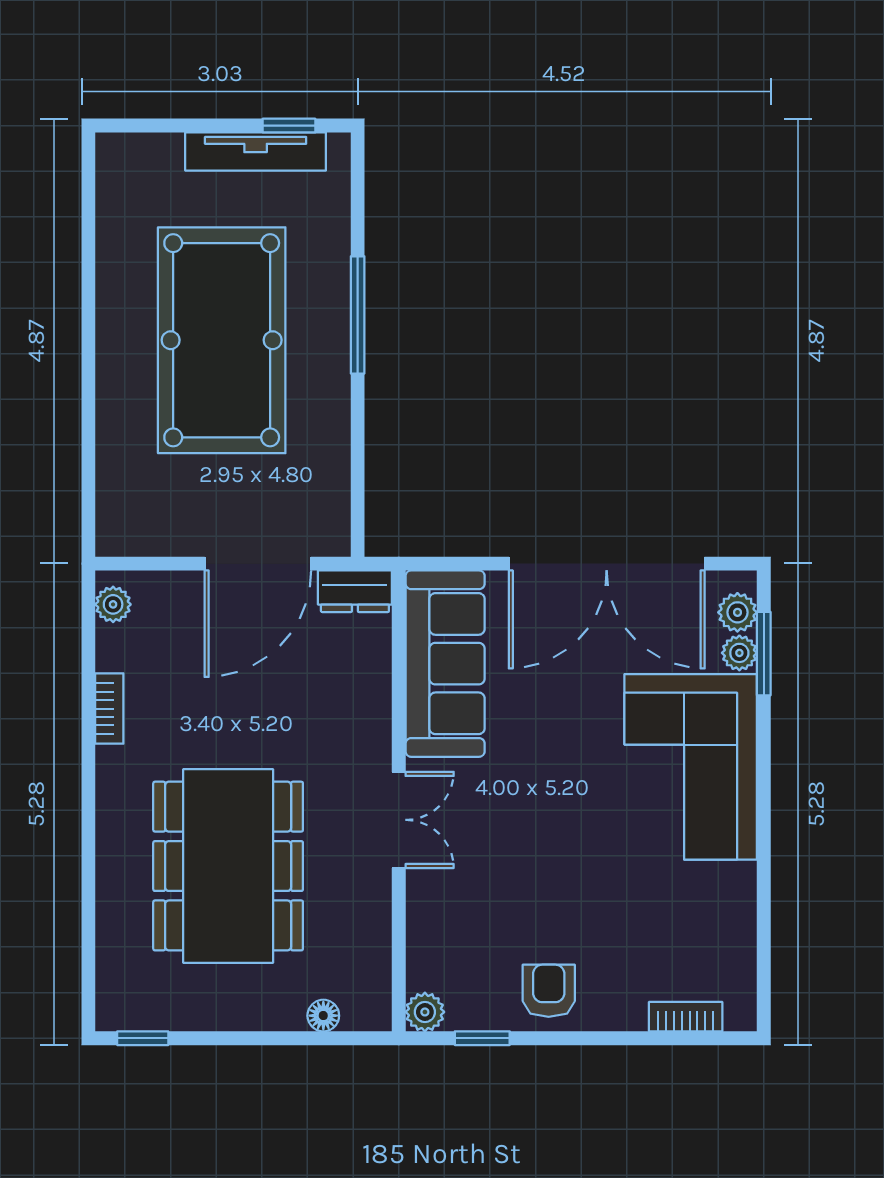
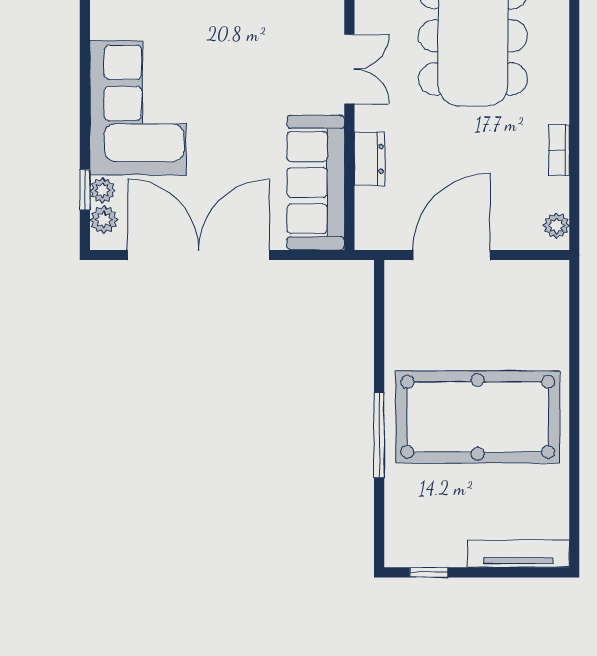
tv unit: (256, 151) -> (518, 554), moved
pool table: (222, 340) -> (478, 417), turned 90
dresser: (355, 591) -> (369, 159), moved, turned 90
window: (764, 654) -> (85, 190), width x0.67
double door: (399, 820) -> (349, 69), swing flipped

